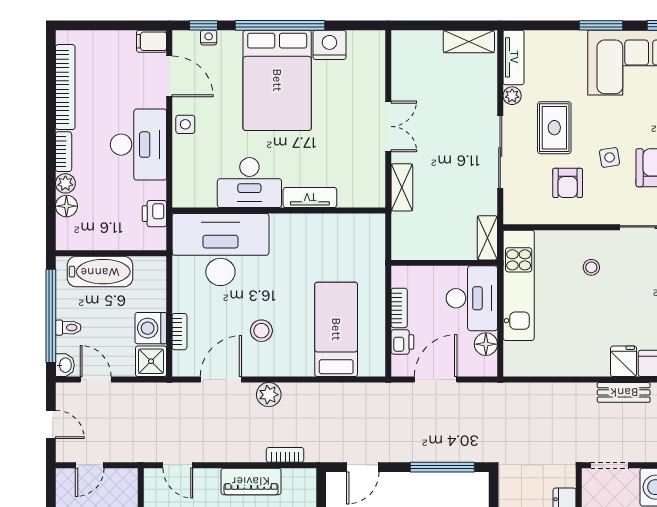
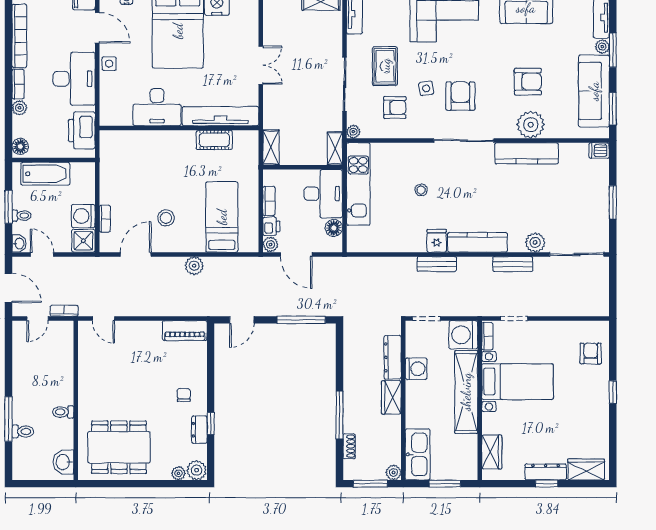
plant: (512, 96) -> (353, 132), moved
armchair: (568, 183) -> (395, 107), turned -90
shelving: (402, 187) -> (271, 147), moved
tv unit: (310, 197) -> (220, 116), width x1.92, depth x1.29
floor lamp: (66, 206) -> (20, 146), moved
printer: (154, 214) -> (82, 130), width x1.87, depth x1.48
cot: (326, 226) -> (214, 140), added
desk: (220, 250) -> (135, 157), removed
stool: (591, 267) -> (421, 190), moved
window: (51, 316) -> (9, 207), width x0.47
plant: (401, 366) -> (271, 244), added
door: (436, 380) -> (296, 254), swing flipped
plant: (269, 395) -> (194, 266), moved
door: (51, 424) -> (9, 288), width x1.37
bookcase: (285, 455) -> (64, 311), moved
piano: (251, 481) -> (185, 331), moved

